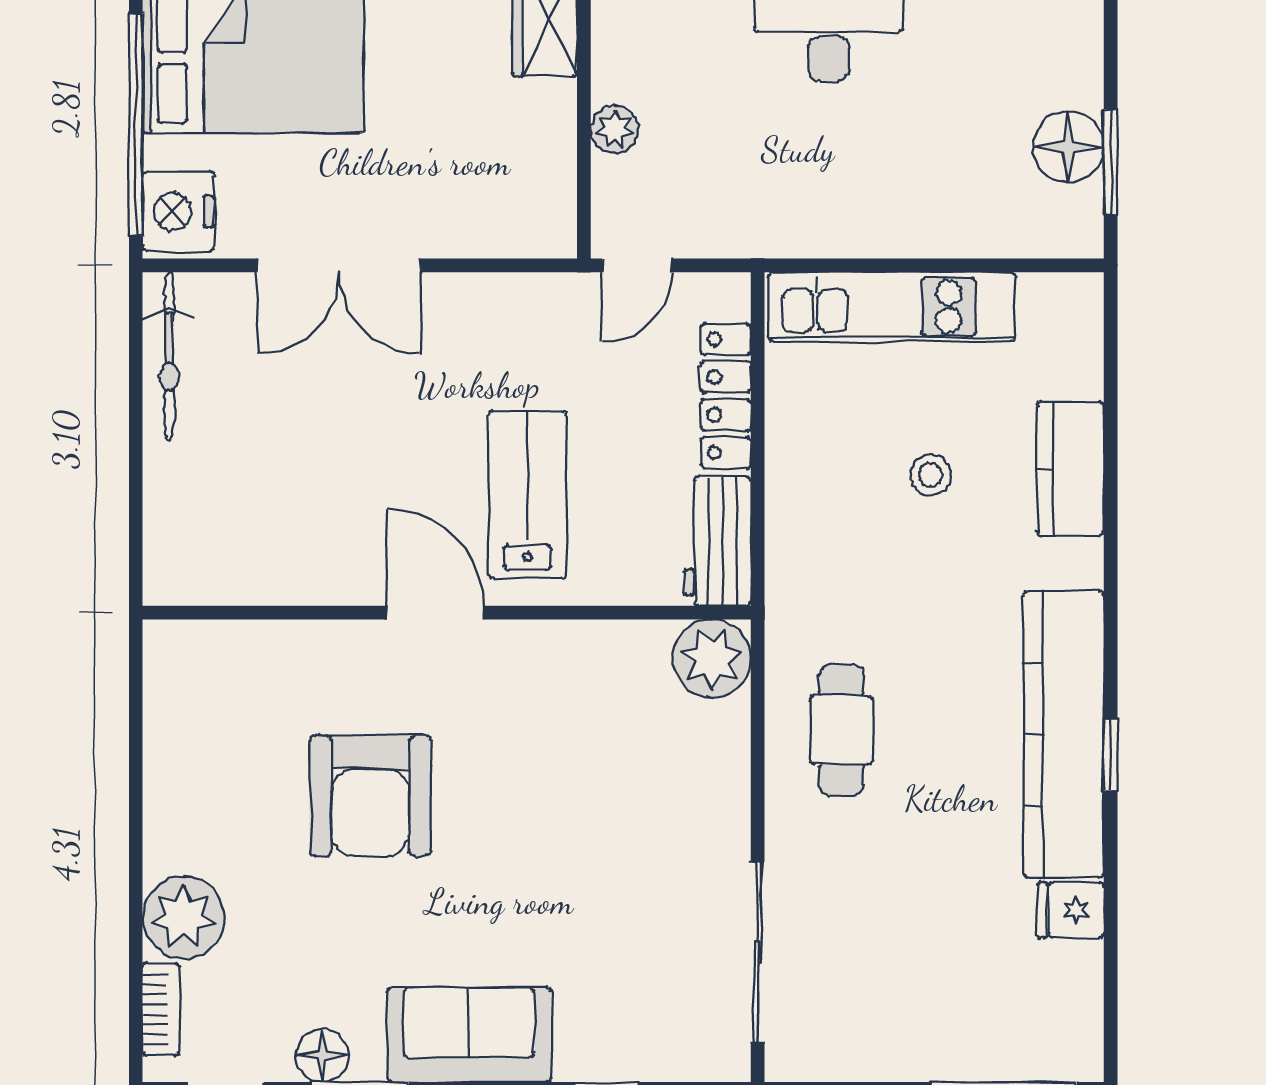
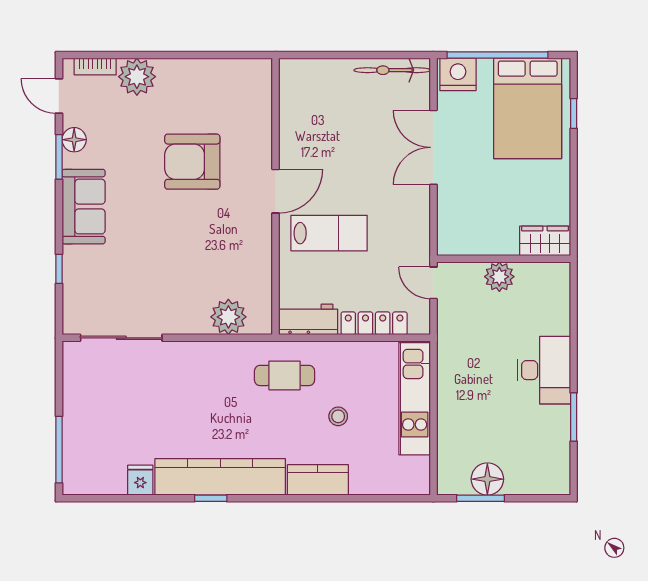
plant: (614, 129) -> (499, 277), width x1.38, depth x1.38
kitchen counter: (1070, 469) -> (318, 480), moved
plant: (712, 659) -> (228, 317), moved
cafe table: (841, 730) -> (285, 375), moved

